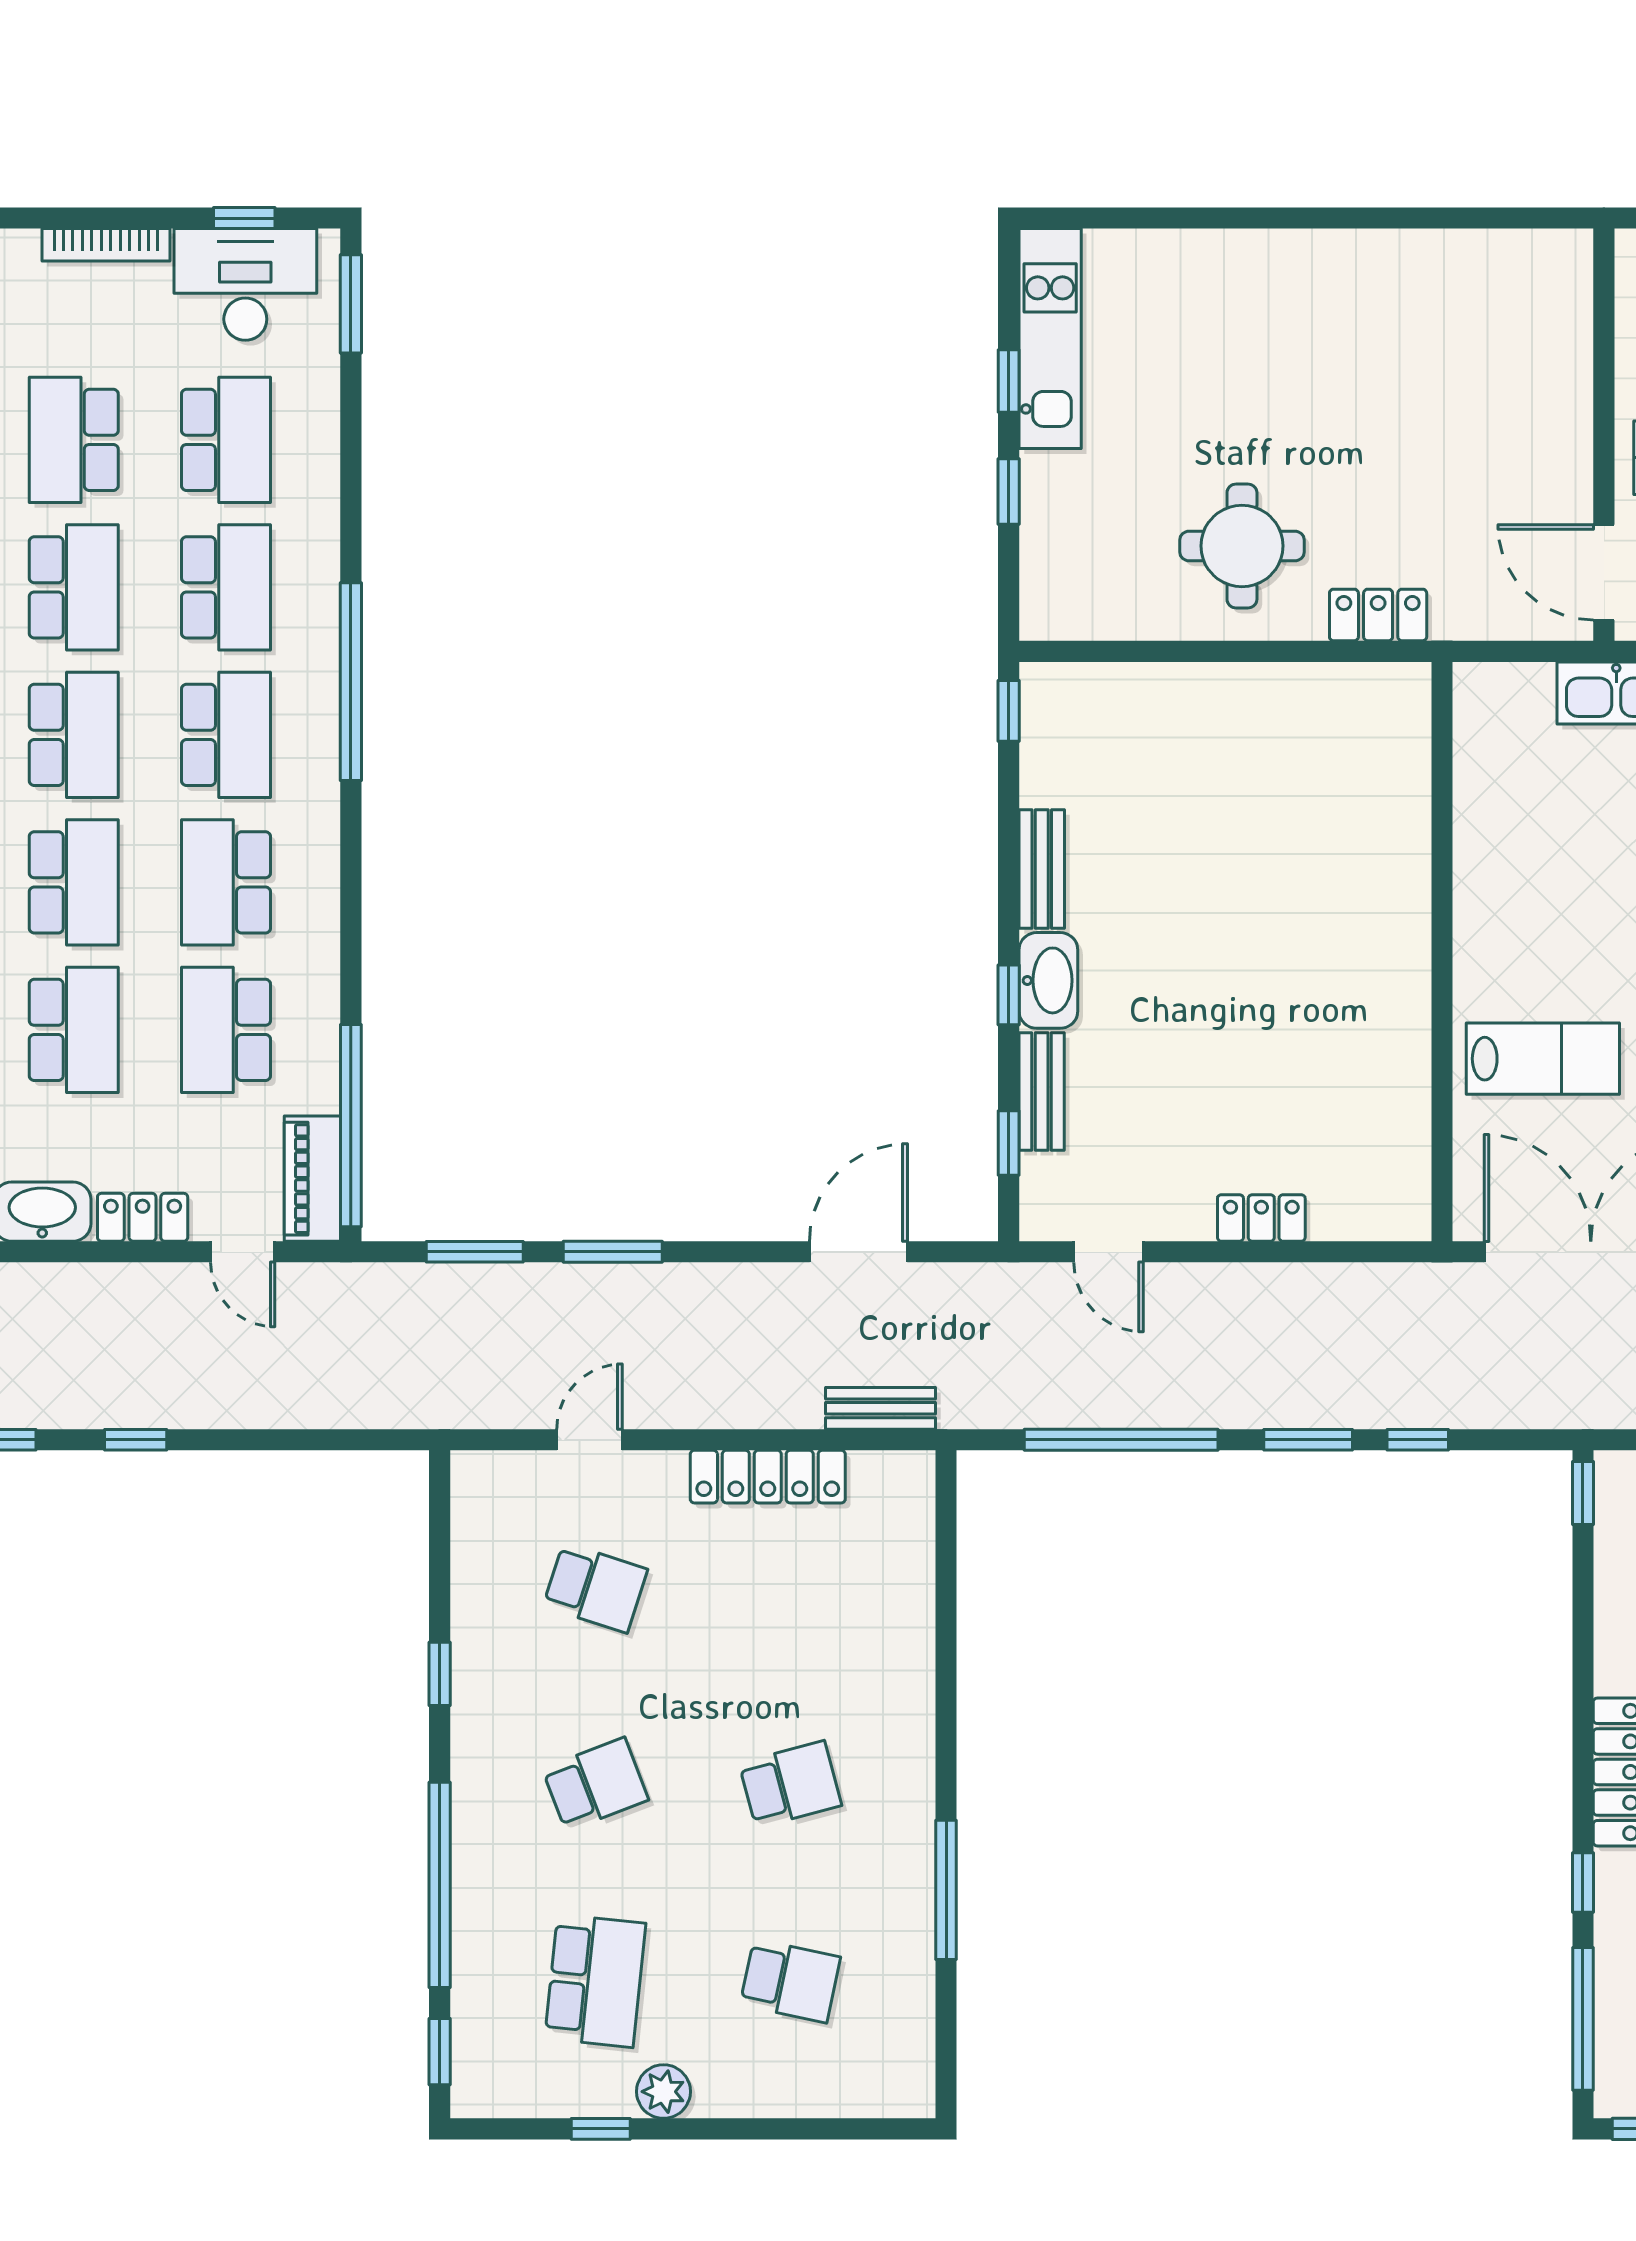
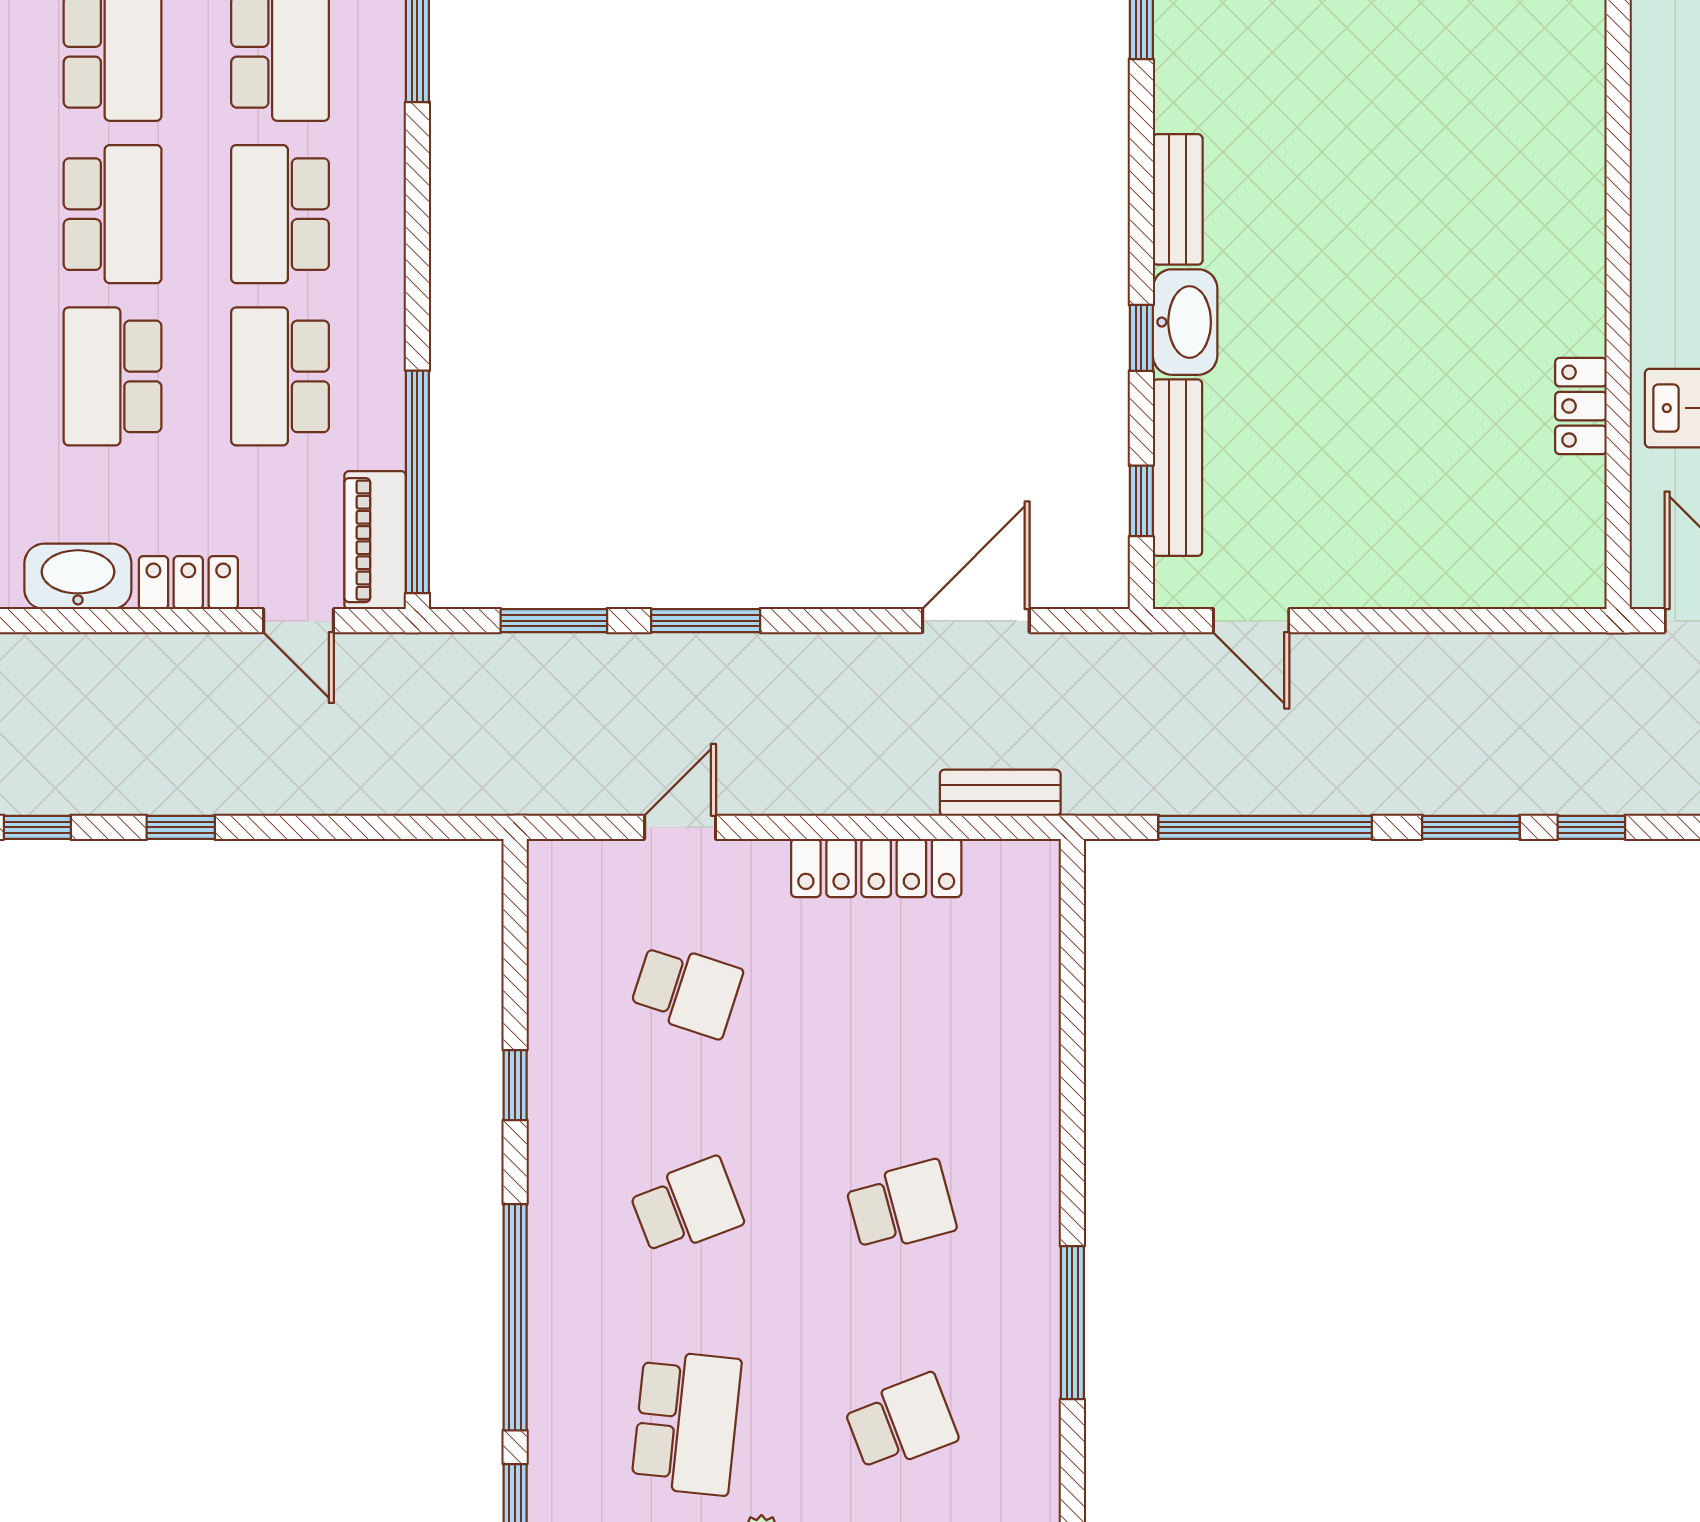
school desk: (74, 1030) -> (113, 376), turned 180
bench: (1042, 1091) -> (1177, 468), width x1.36
locker: (1261, 1218) -> (1581, 406), moved, turned -90
school desk: (790, 1981) -> (901, 1423), turned -33

